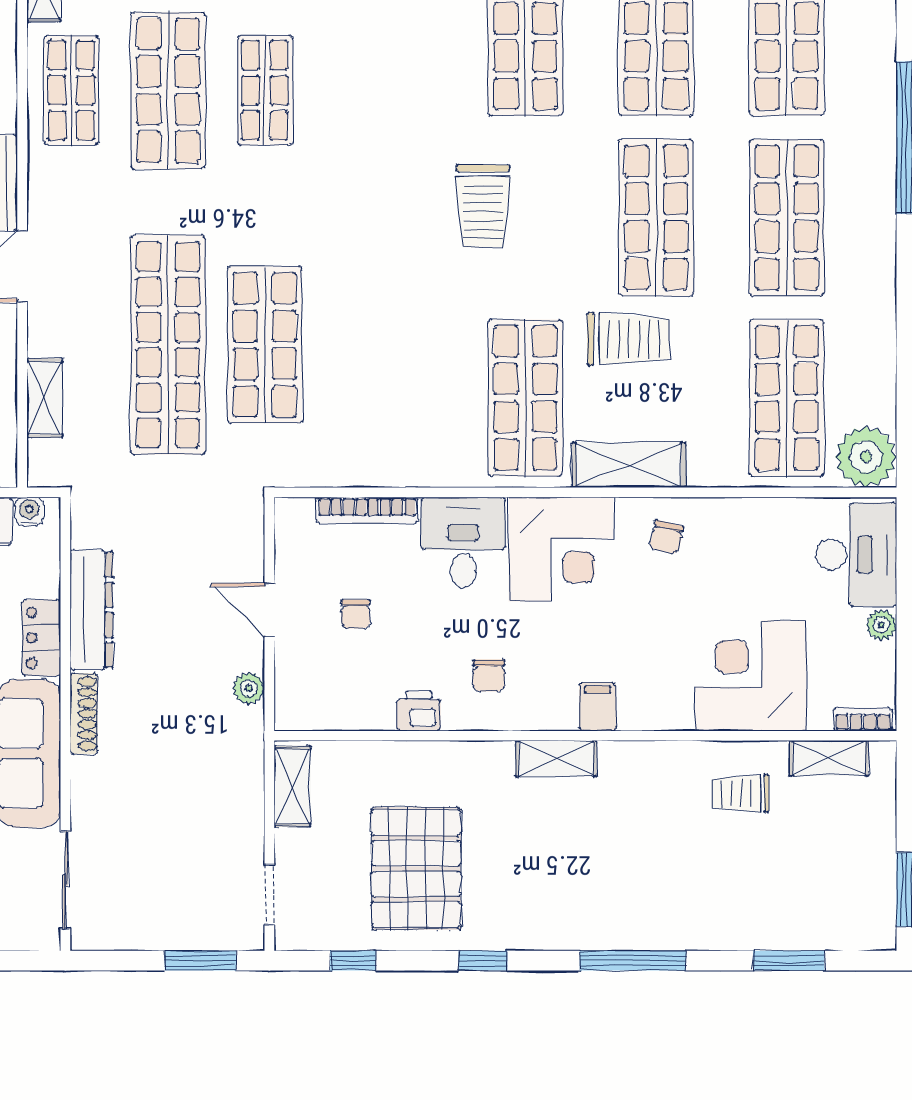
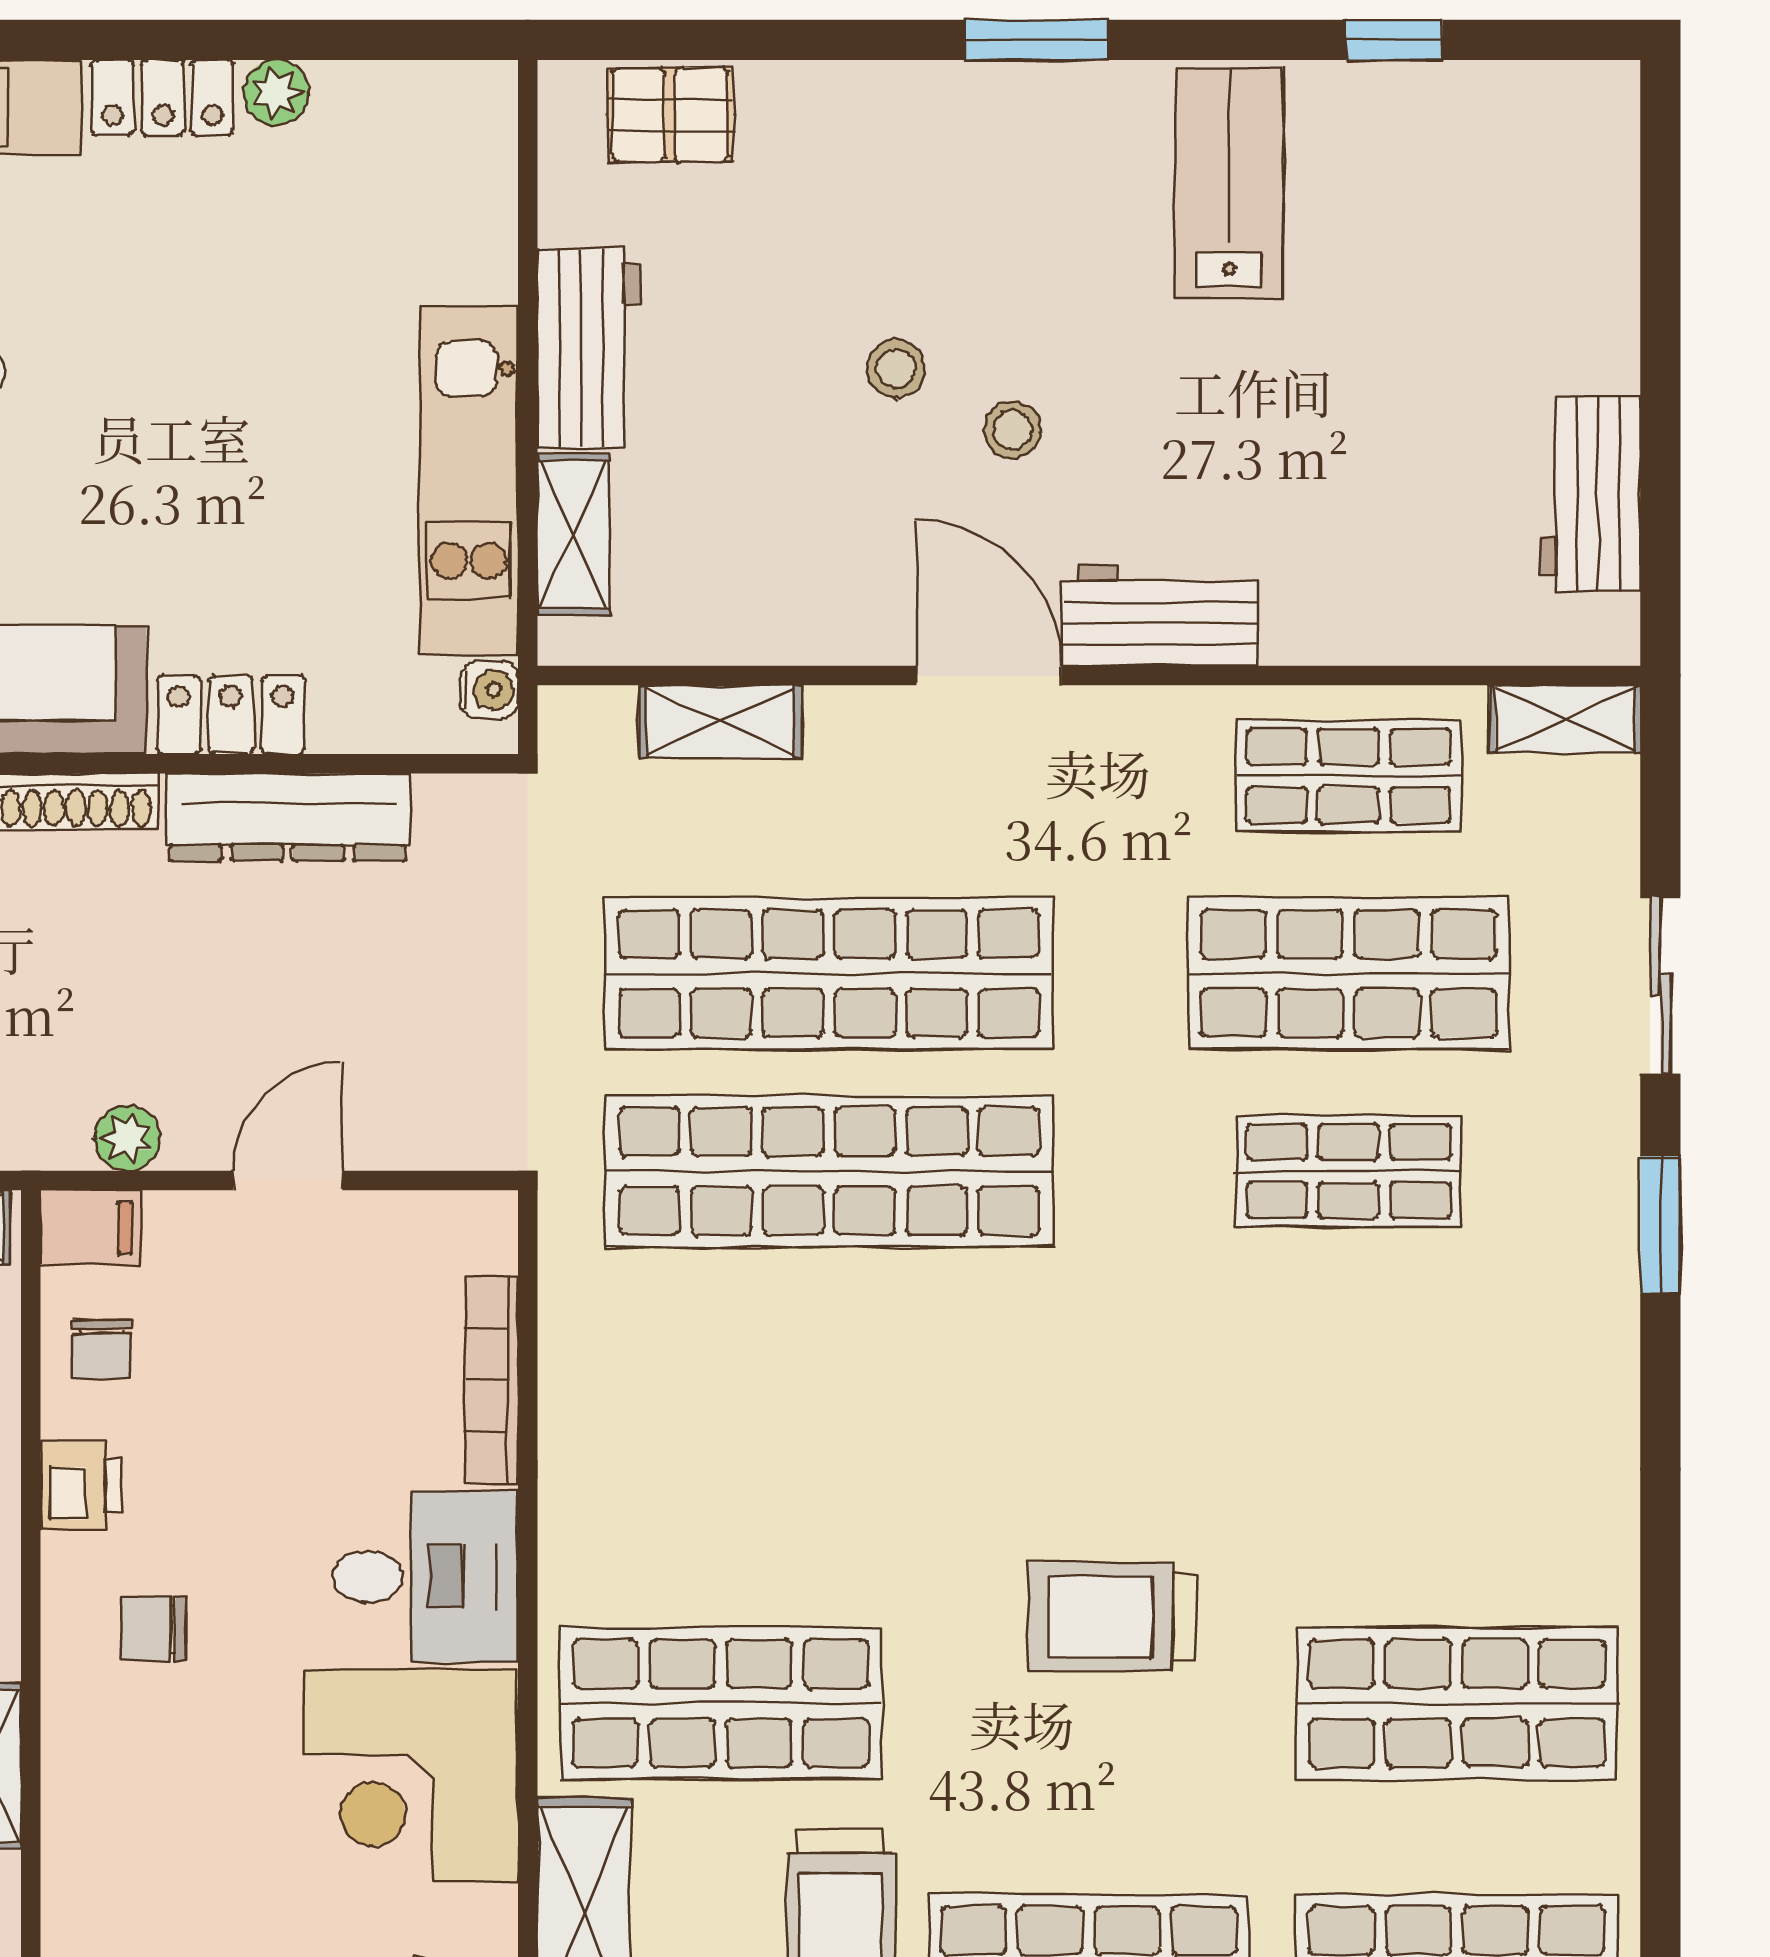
shop shelf: (265, 345) -> (829, 1171), width x1.40
chair: (356, 614) -> (101, 1349), moved, turned -90
filing cabinet: (598, 707) -> (90, 1228), moved

